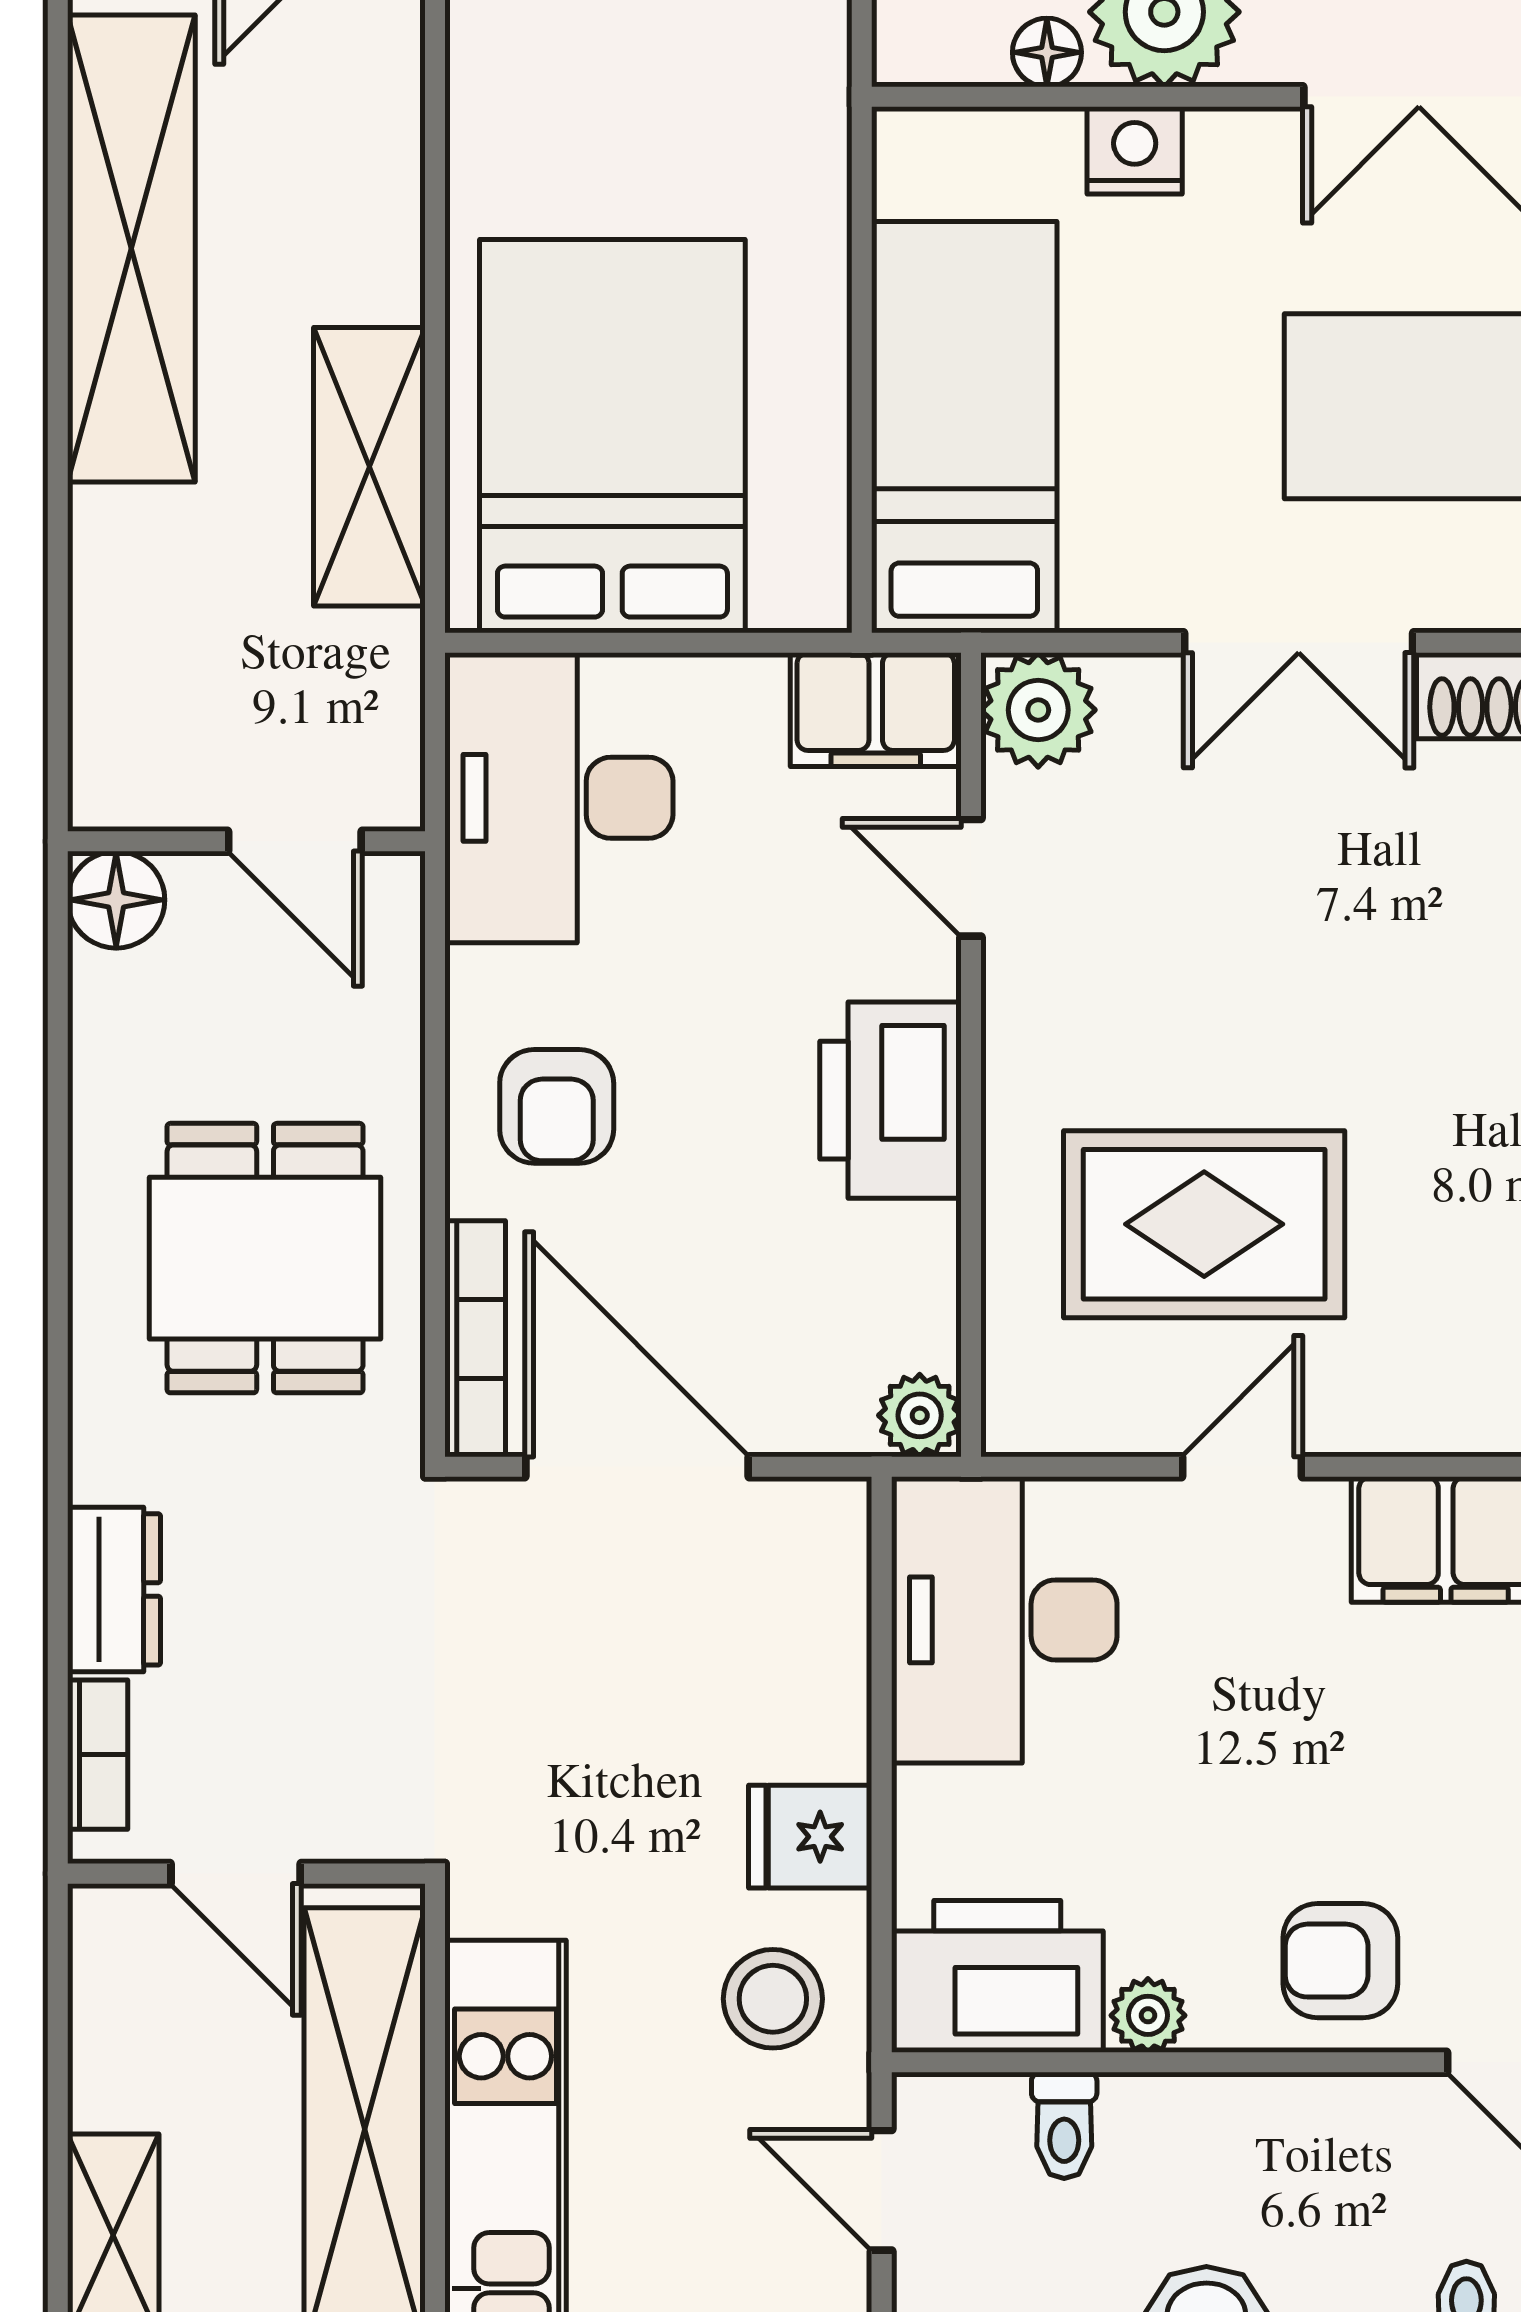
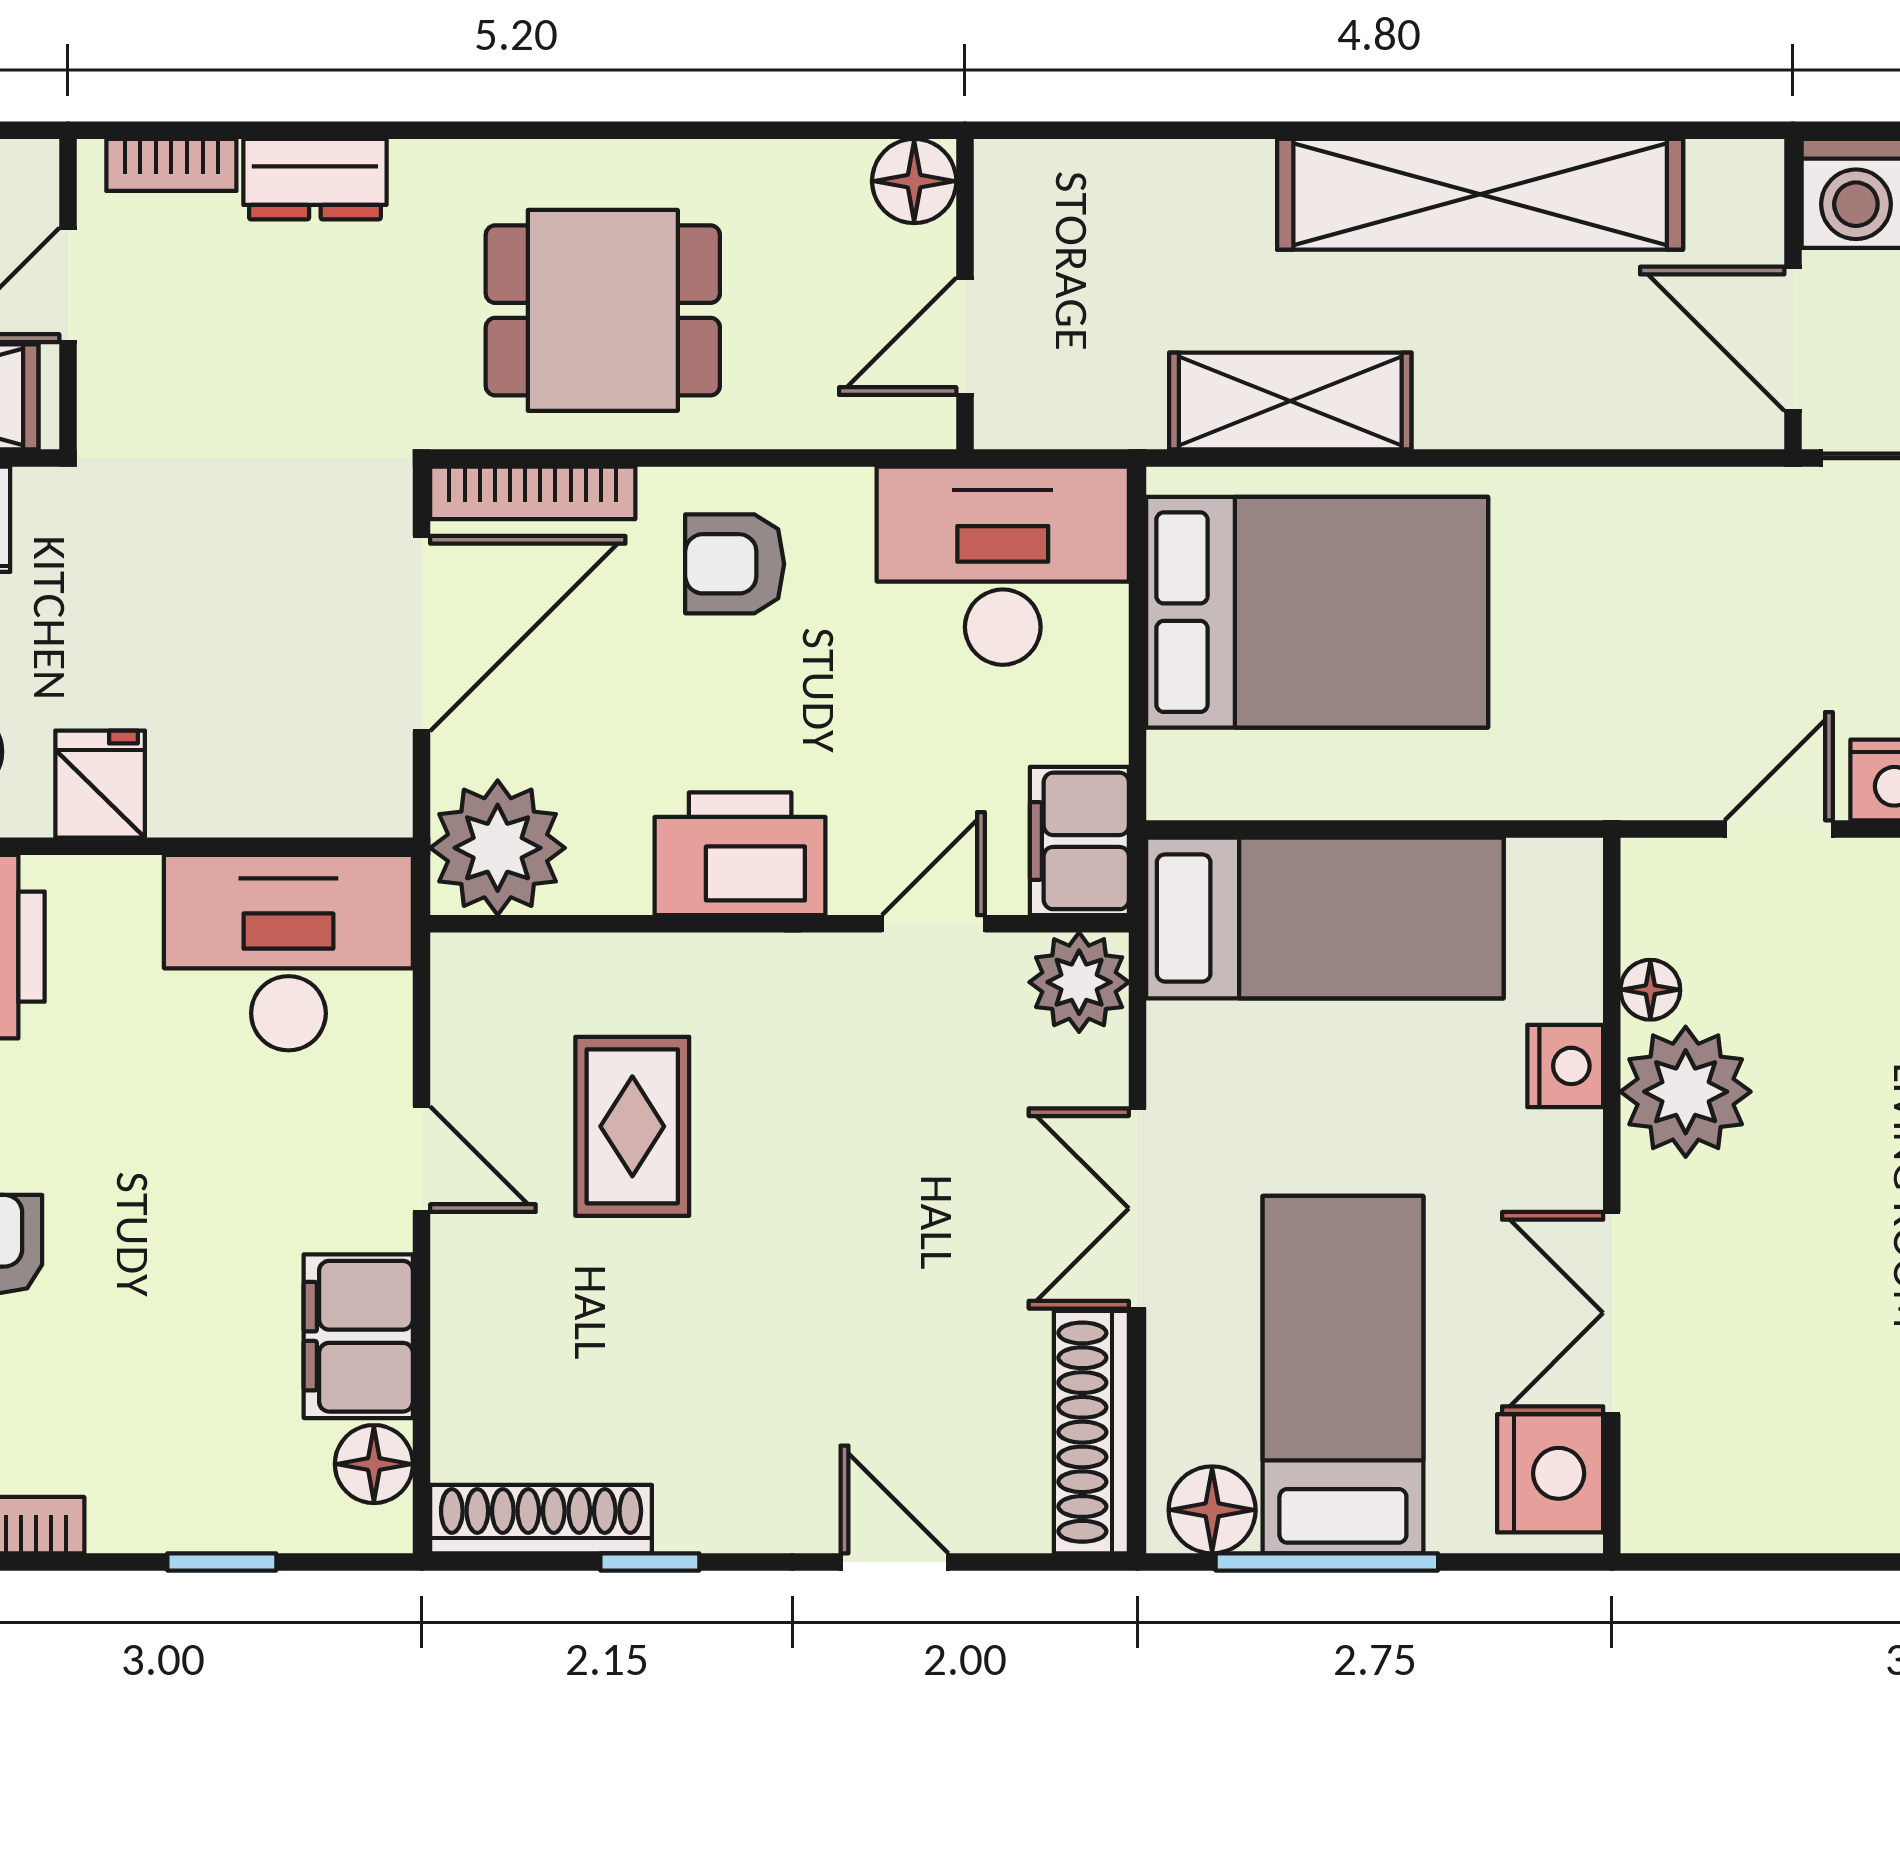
rug: (1204, 1224) -> (632, 1126), width x0.73, depth x0.70
plant: (920, 1415) -> (498, 848), width x1.88, depth x1.88

